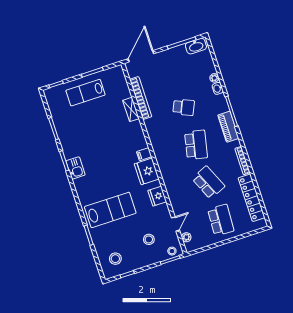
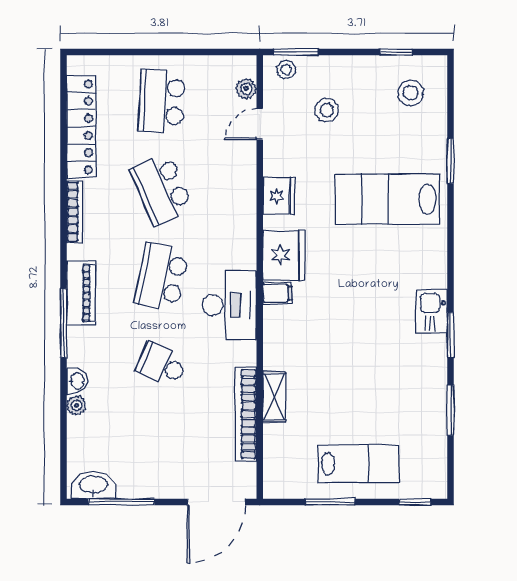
desk: (163, 142) -> (229, 305), added

